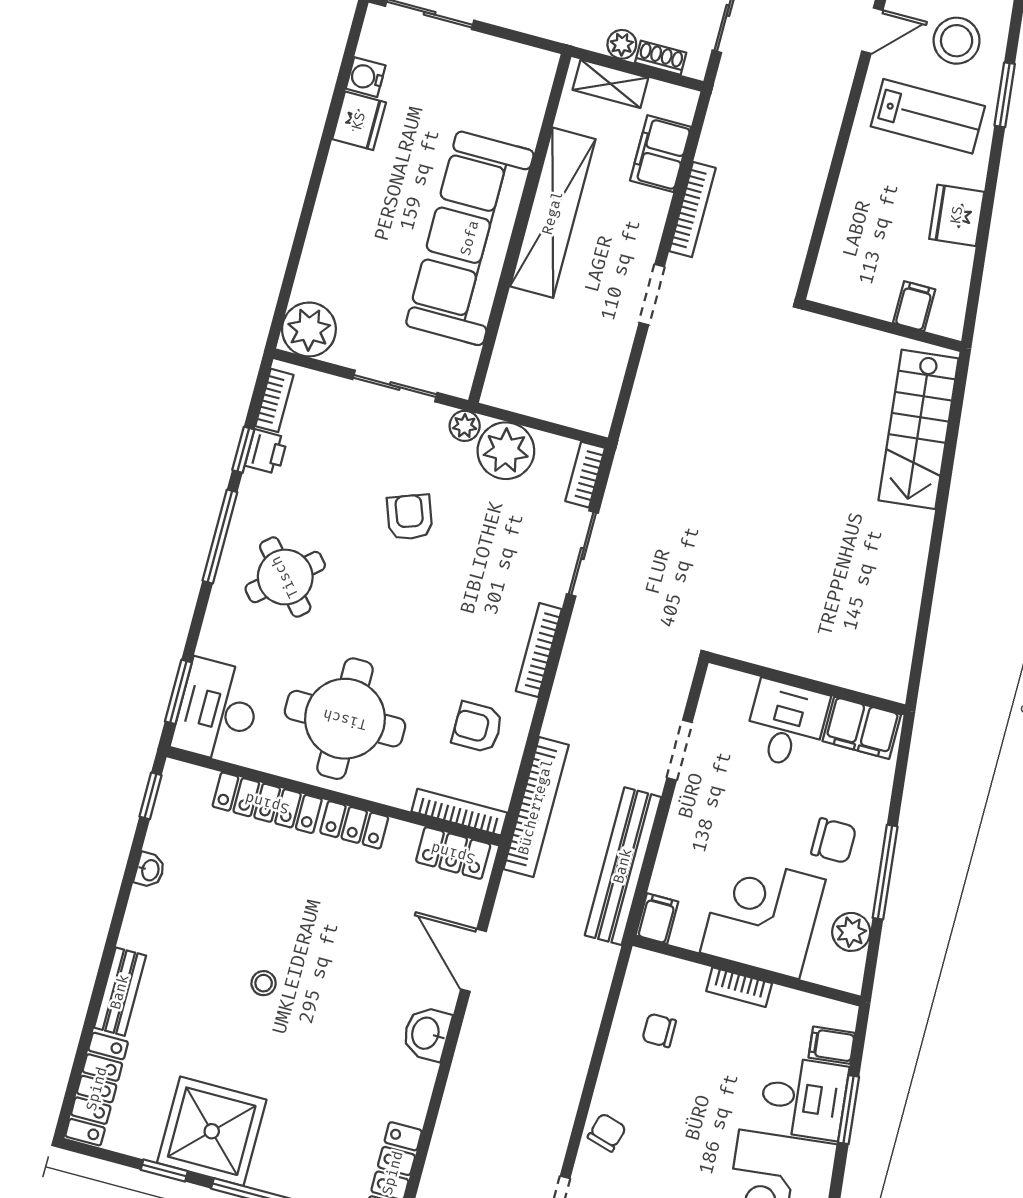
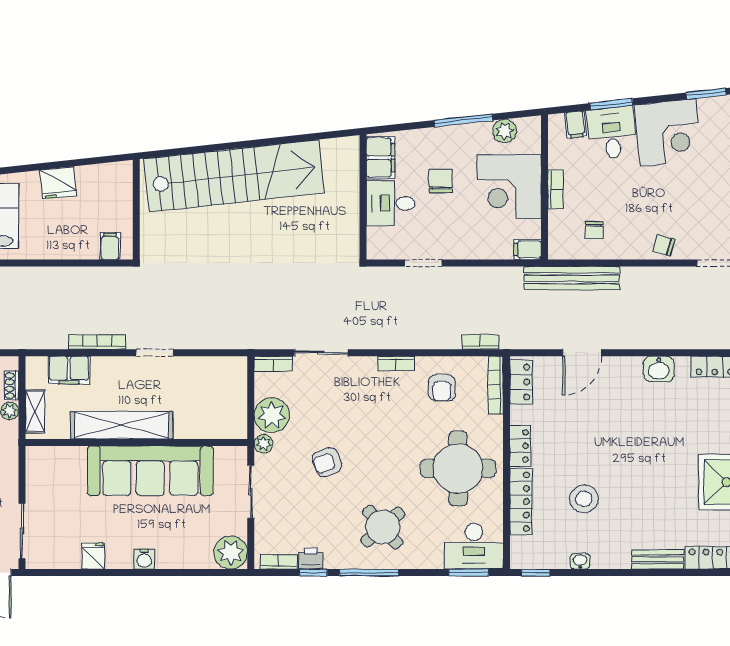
water cooler: (366, 77) -> (144, 559), moved
fridge: (359, 121) -> (93, 556), width x0.72
filing cabinet: (914, 306) -> (110, 246), moved, turned 90
stairs: (919, 429) -> (234, 176), width x1.86, depth x1.51
bookcase: (539, 650) -> (396, 363), width x0.64
bookcase: (536, 807) -> (480, 342), width x0.43, depth x0.76
chair: (834, 841) -> (441, 181), moved
bench: (623, 866) -> (572, 278), moved
stool: (264, 983) -> (584, 499), moved, width x1.89, depth x1.89
washbasin: (427, 1033) -> (659, 369), moved

